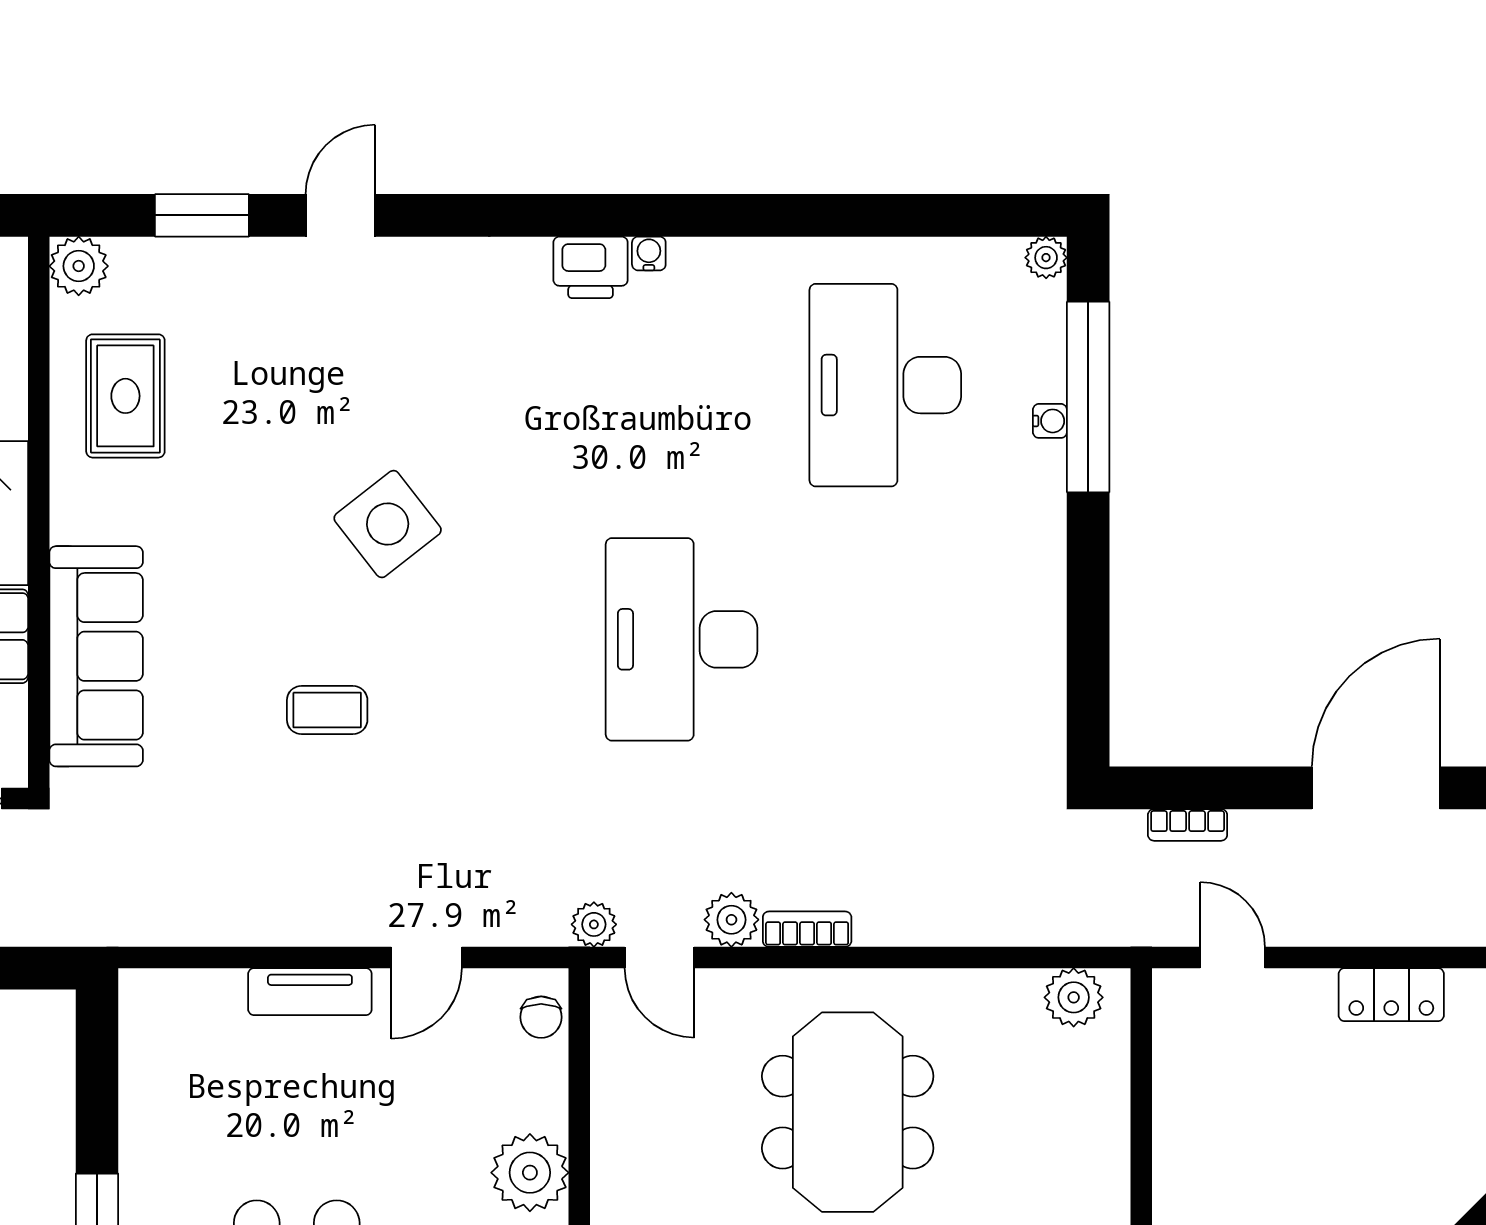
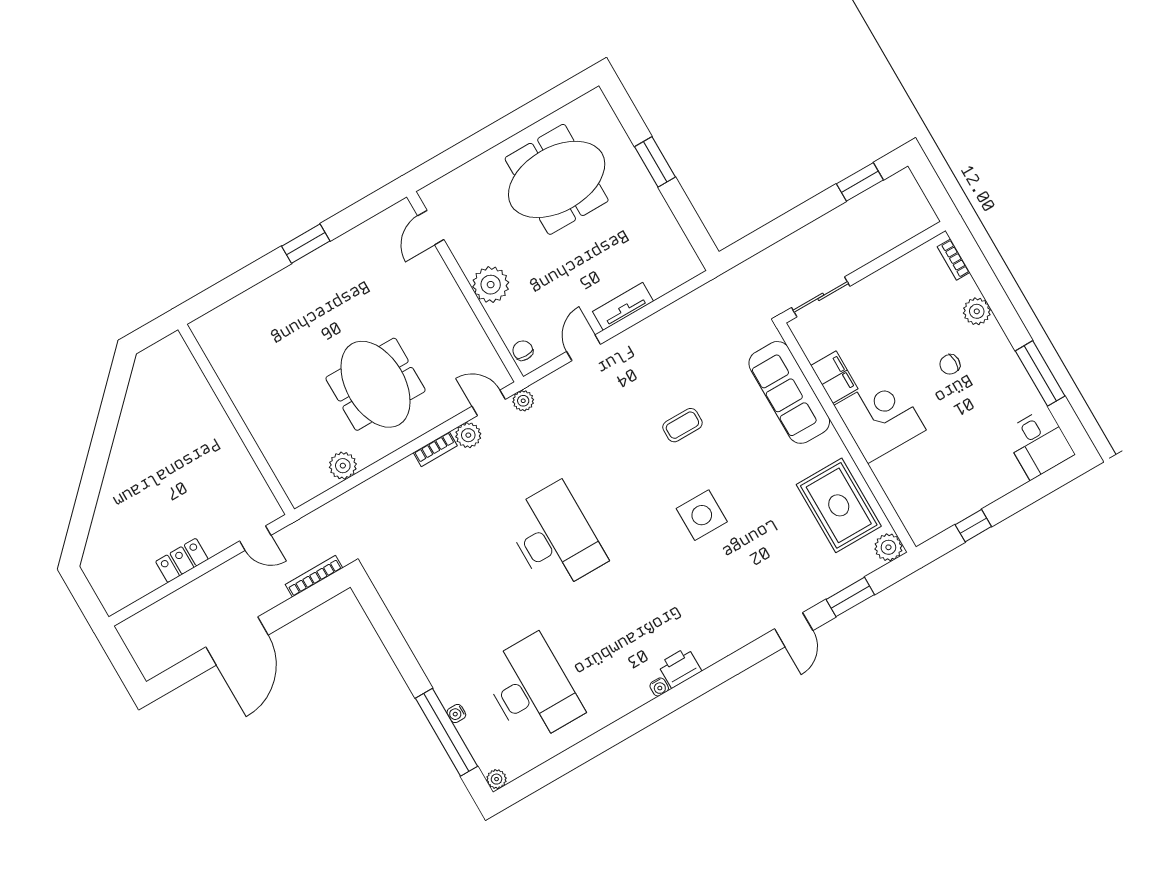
rug: (125, 396) -> (839, 505), width x1.36, depth x1.43
side table: (388, 524) -> (702, 515), turned 38
bookcase: (1188, 825) -> (314, 576), width x1.56
plant: (1074, 997) -> (343, 466), moved

